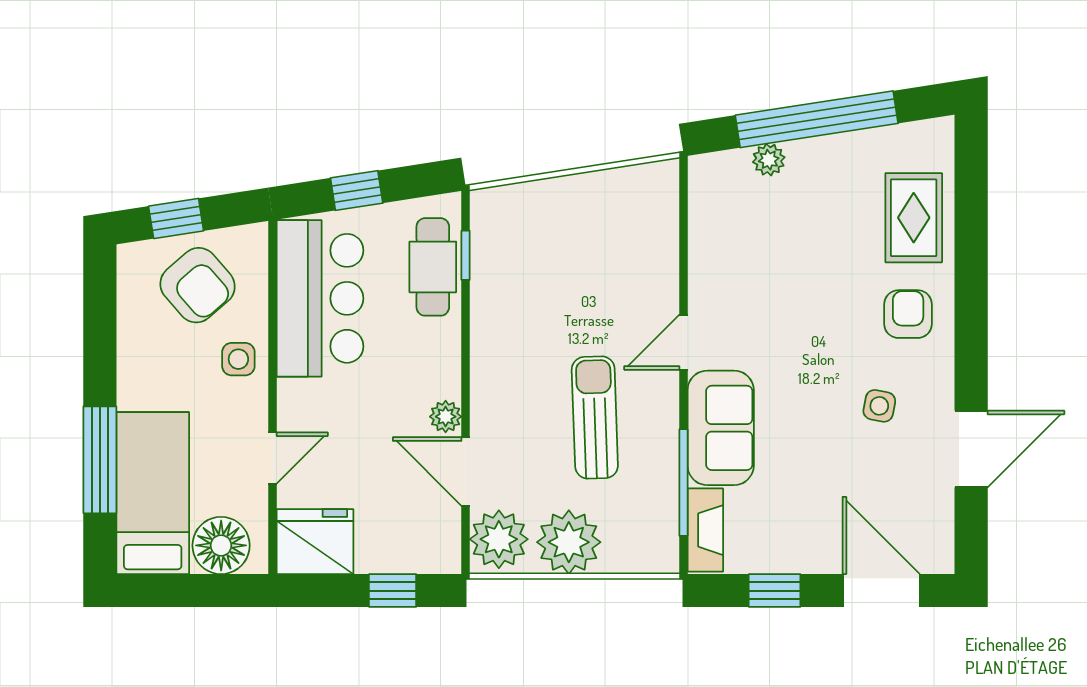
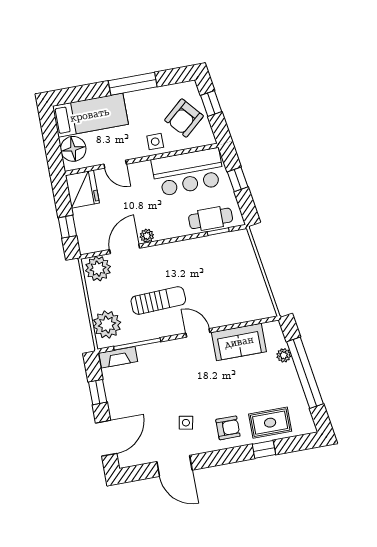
window: (971, 242) -> (264, 449), added
sofa: (721, 428) -> (239, 342), moved
window: (100, 460) -> (133, 84), moved
plant: (569, 542) -> (107, 325), moved

